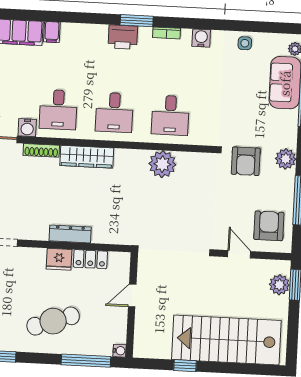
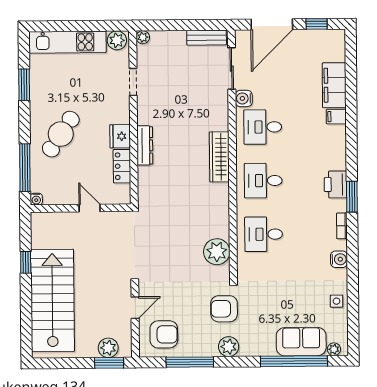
shoe rack: (41, 150) -> (223, 113), removed
plant: (162, 164) -> (217, 252), moved
cafe table: (53, 321) -> (61, 134), turned 53

